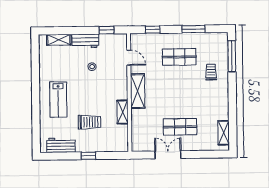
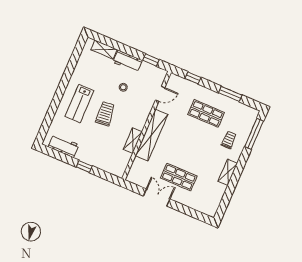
door: (129, 58) -> (160, 94), hinge flipped
shelving: (138, 91) -> (152, 135), width x1.47
trolley: (89, 122) -> (105, 114), moved, turned -96
shelving: (224, 133) -> (228, 172), moved

